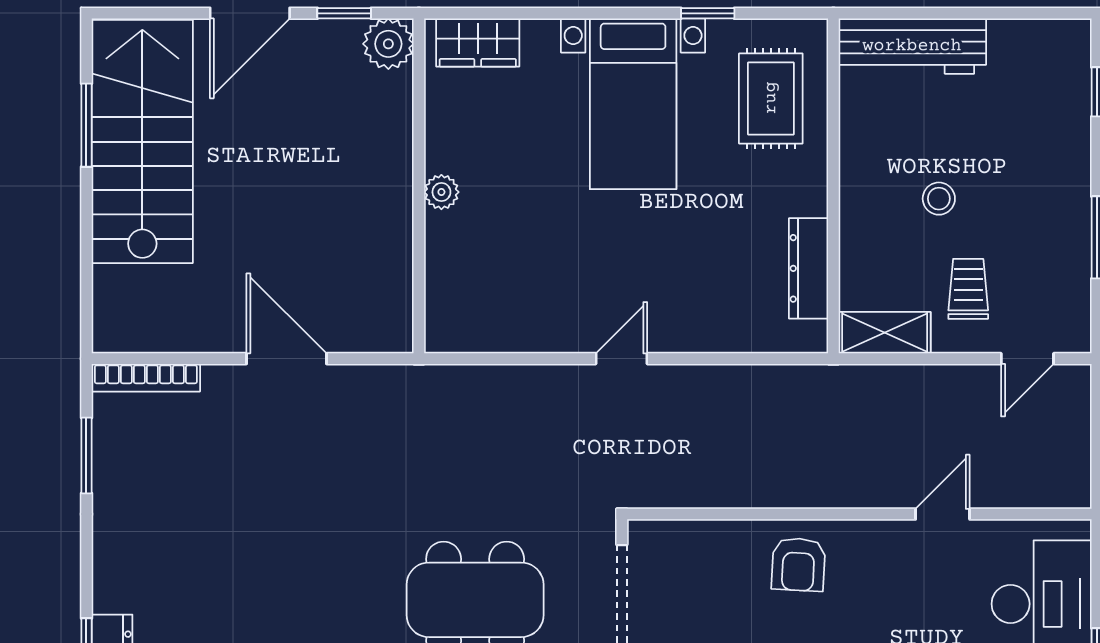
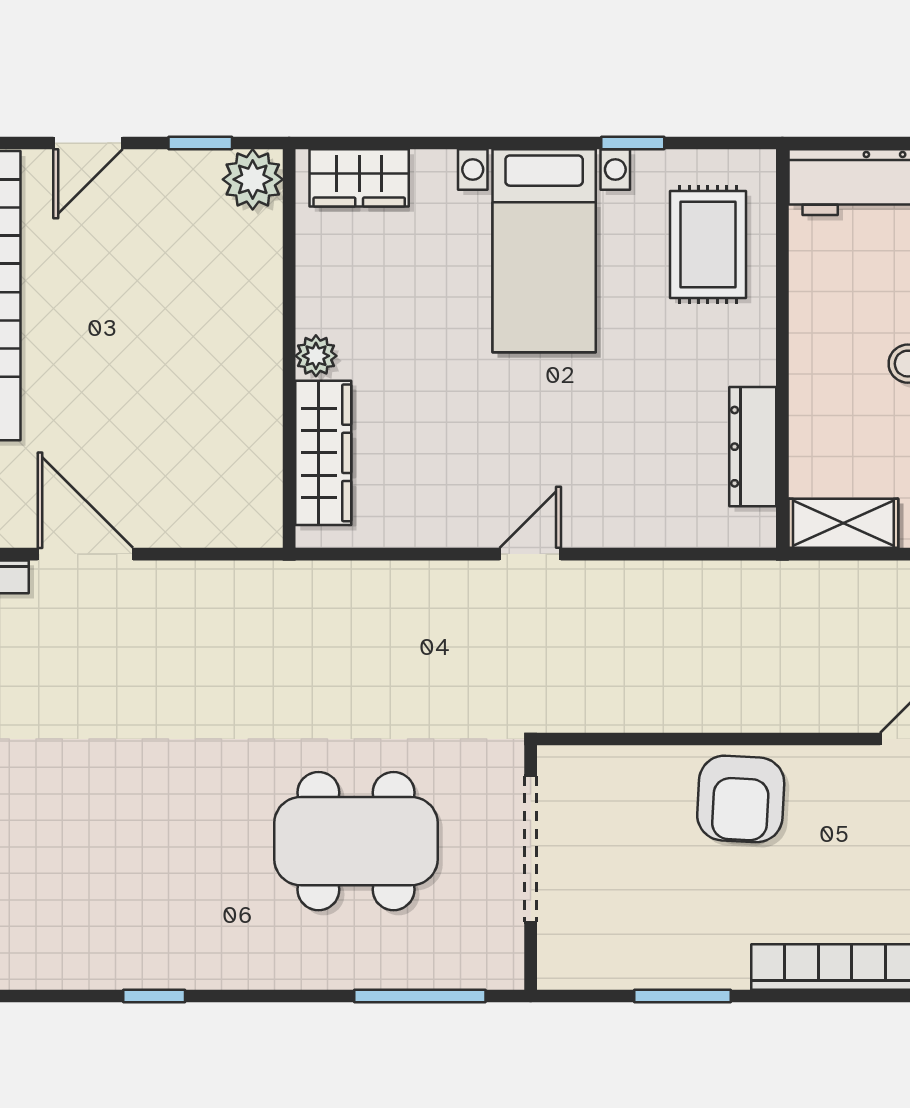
door: (250, 13) -> (88, 143), width x0.73
wardrobe: (448, 274) -> (323, 453), added
door: (286, 359) -> (85, 554), moved
armchair: (798, 564) -> (741, 799), width x1.38, depth x1.38

